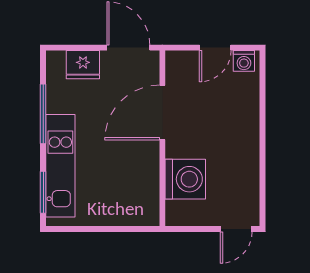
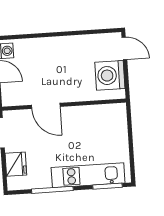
door: (162, 112) -> (46, 106), width x0.73
washing machine: (185, 179) -> (110, 75), moved, turned -90

